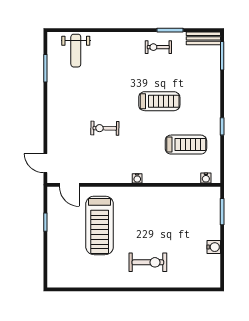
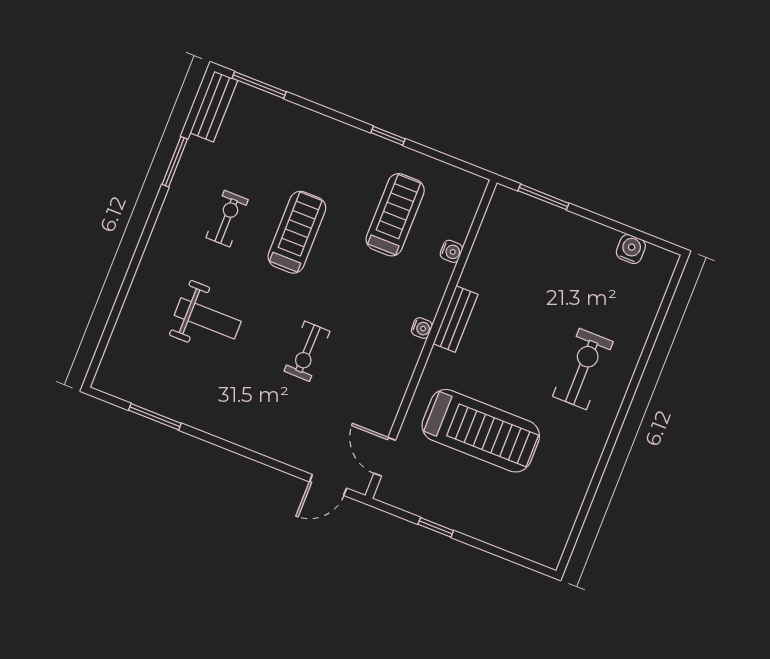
exercise bike: (158, 47) -> (227, 219), moved, turned 180
weight bench: (76, 51) -> (208, 318), moved
water cooler: (206, 178) -> (451, 251), moved
door: (69, 185) -> (385, 457), swing flipped
bench: (148, 193) -> (456, 319), added
water cooler: (214, 247) -> (631, 249), moved

